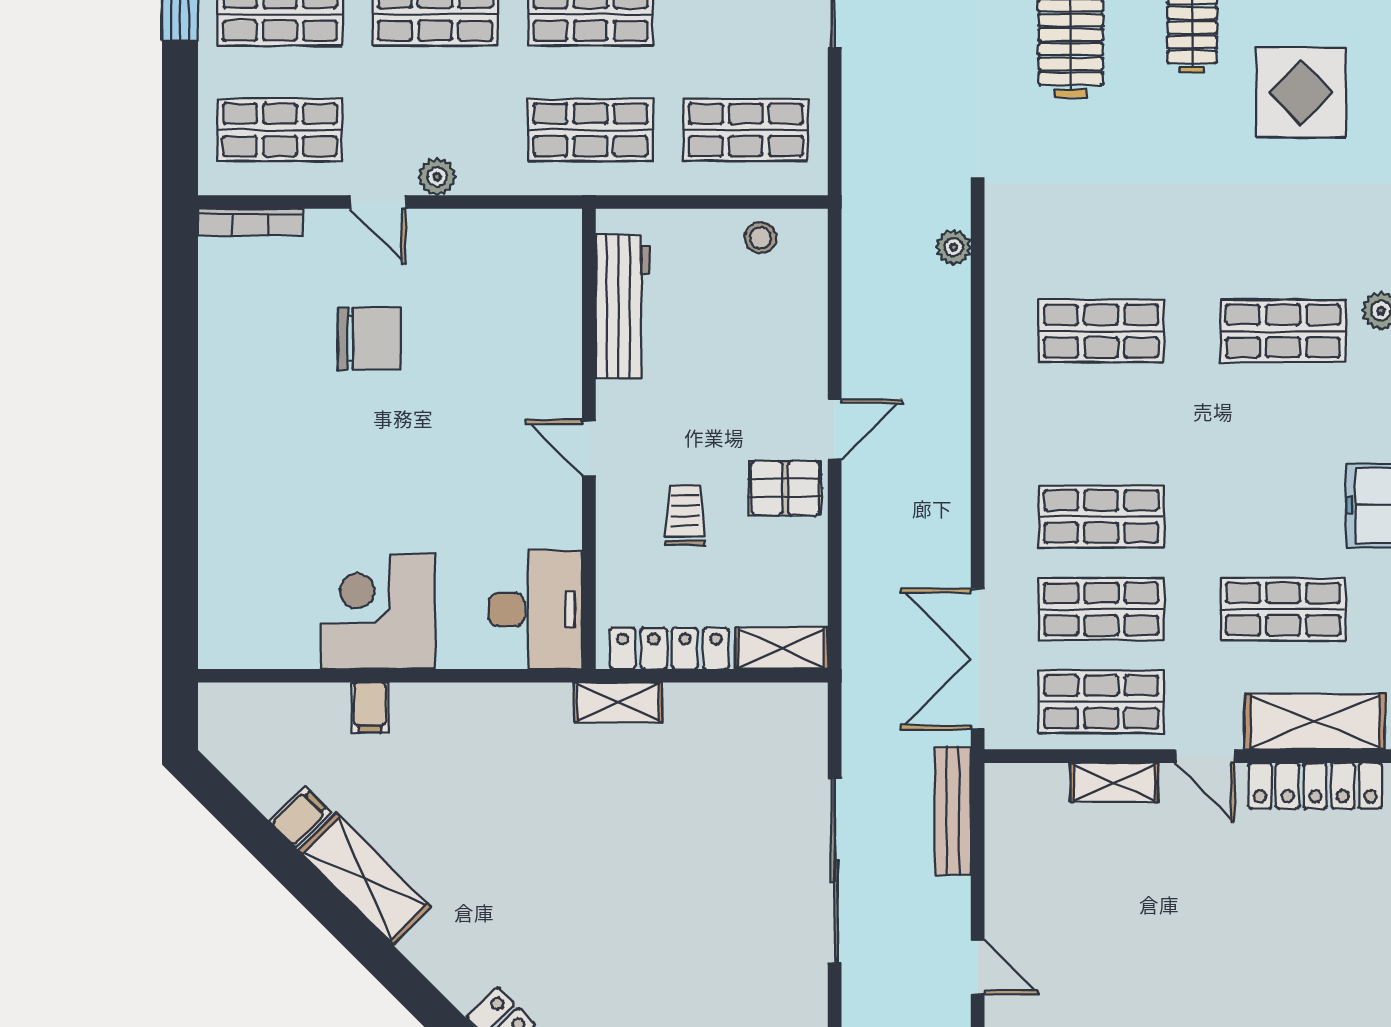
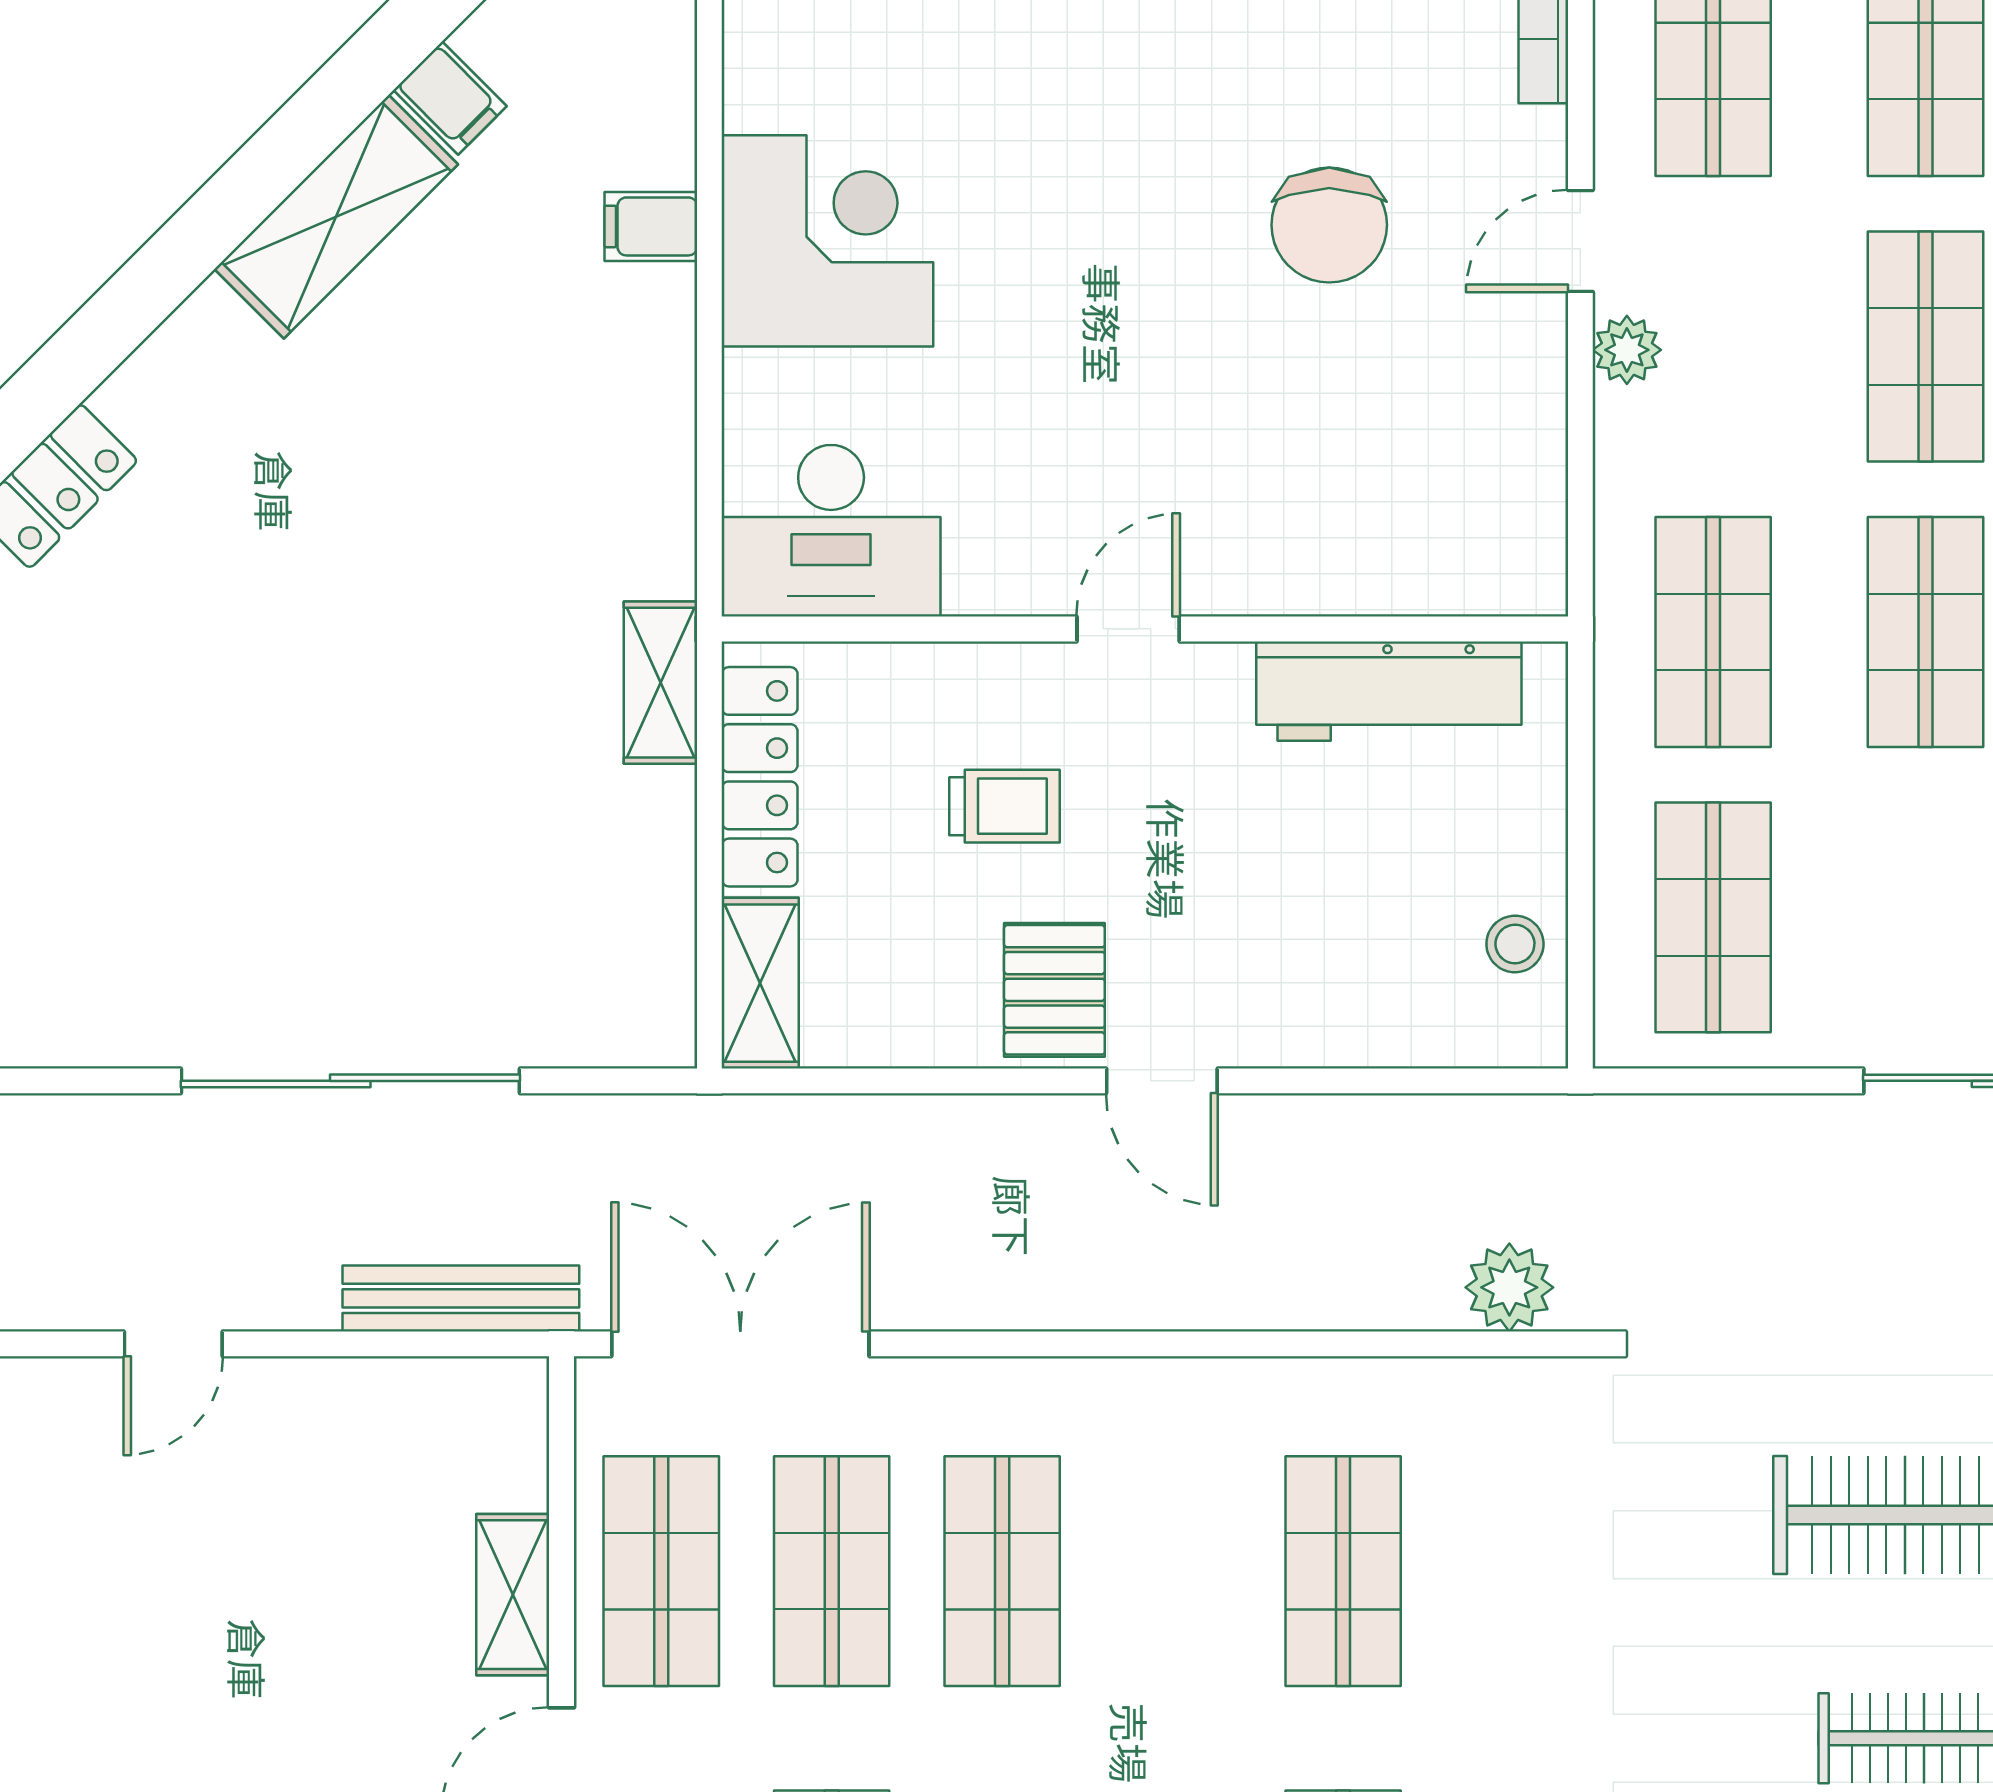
plant: (954, 247) -> (1509, 1287), width x1.38, depth x1.38

